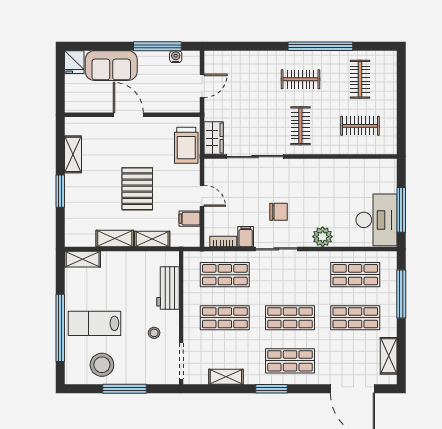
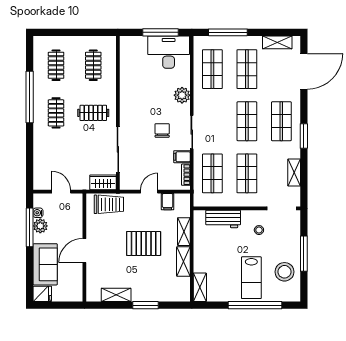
plant: (159, 60) -> (40, 226), added
clothes rail: (360, 79) -> (56, 65), turned 90

